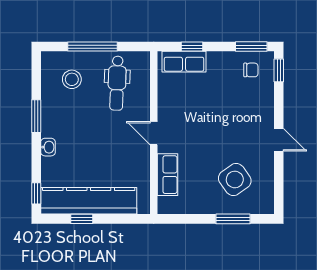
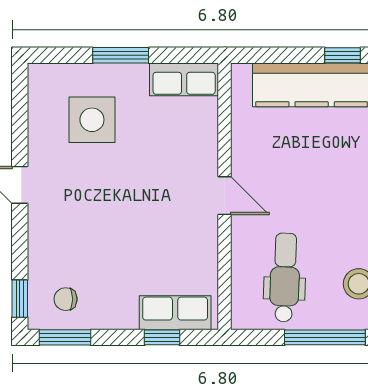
row of seats: (168, 175) -> (184, 79), moved, turned -90
side table: (235, 180) -> (92, 120), turned 35
window: (233, 219) -> (121, 55), moved

